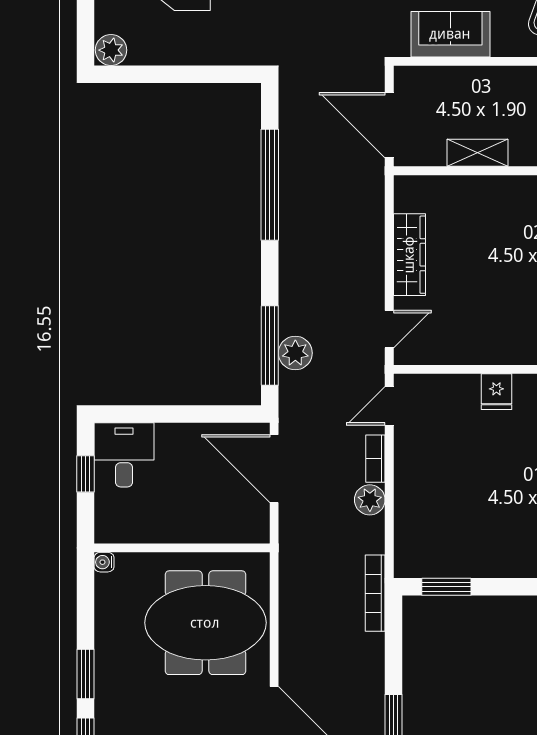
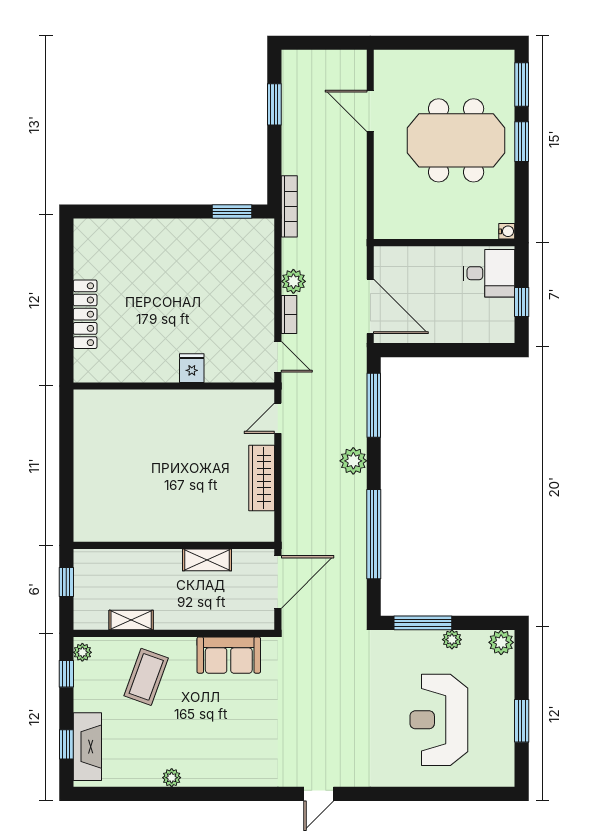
plant: (172, 54) -> (452, 640), added
window: (209, 74) -> (423, 623), added
door: (389, 125) -> (278, 582), hinge flipped
plant: (295, 353) -> (353, 461), moved
door: (389, 406) -> (278, 357), hinge flipped
desk: (124, 455) -> (489, 273), moved, turned -90
meeting table: (205, 623) -> (456, 140), moved

